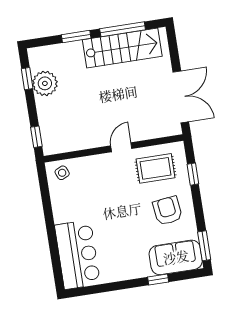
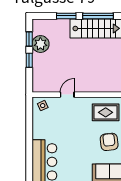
window: (36, 137) -> (29, 60), moved
door: (121, 147) -> (67, 95), moved

